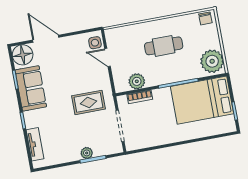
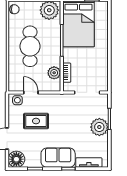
cafe table: (164, 46) -> (30, 46), width x1.37, depth x1.35
door: (107, 57) -> (31, 92), swing flipped
sofa: (31, 88) -> (58, 158), moved
rug: (88, 102) -> (36, 121), moved, turned 90
plant: (87, 153) -> (99, 127), width x1.88, depth x1.88

